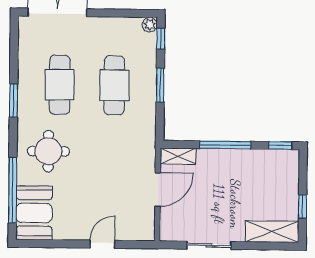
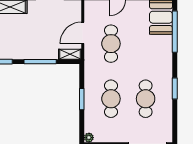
window: (161, 39) -> (82, 129), removed
round table: (48, 151) -> (152, 56), removed
cafe table: (113, 172) -> (111, 44), added

